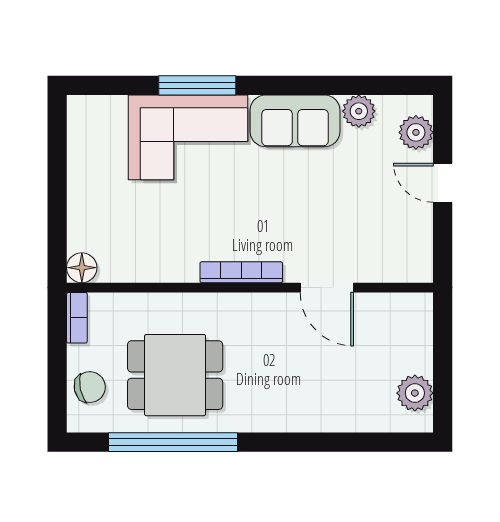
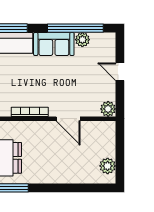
window: (343, 85) -> (75, 28), added
plant: (416, 132) -> (108, 109), moved

